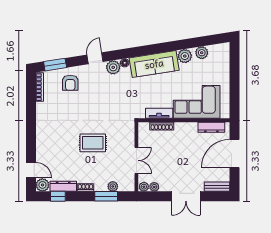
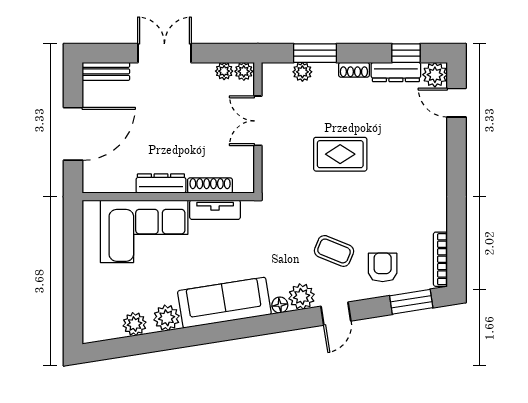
coffee table: (96, 91) -> (334, 251), added
dresser: (211, 127) -> (161, 183), moved

